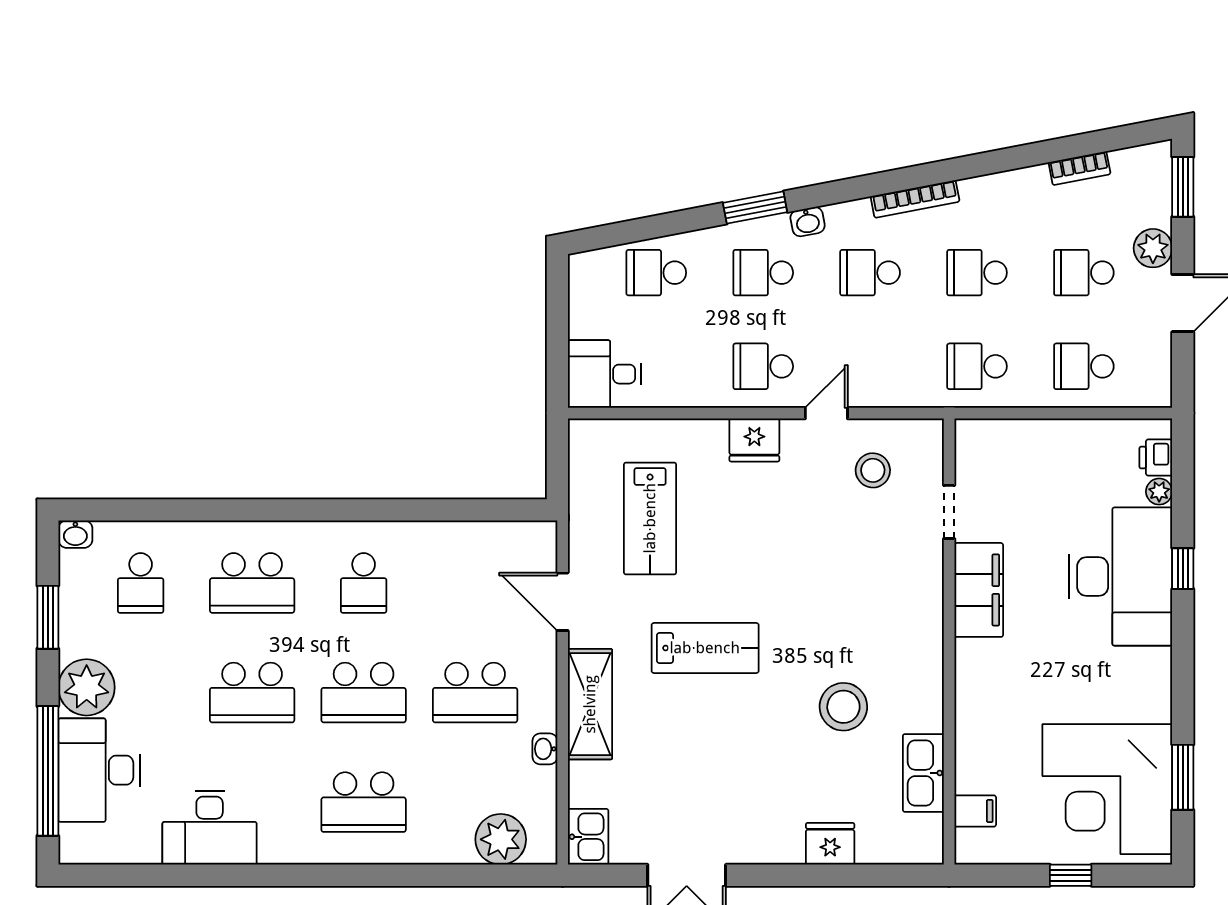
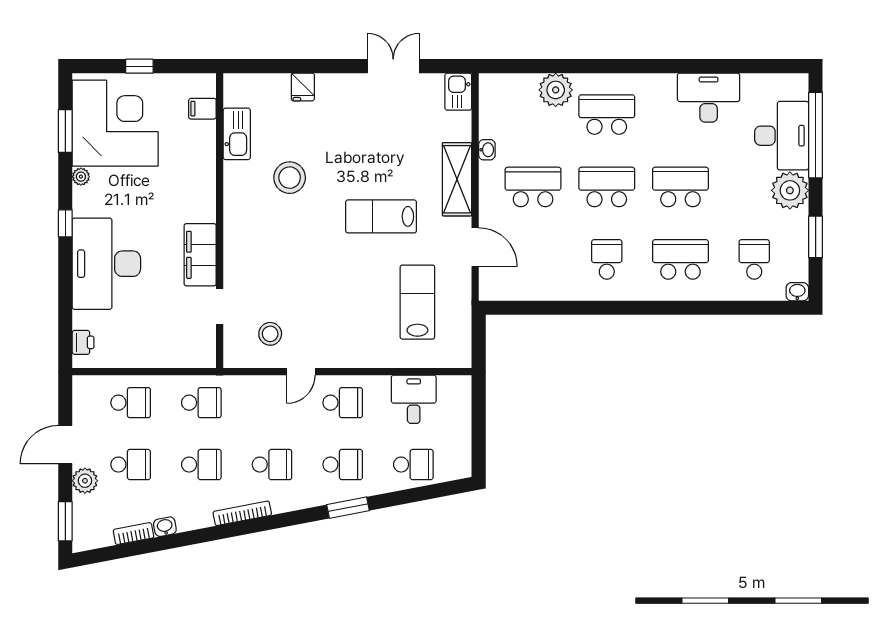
washbasin: (808, 222) -> (165, 527), moved
desk: (604, 374) -> (414, 399), moved, turned -90
fridge: (754, 440) -> (348, 354), removed
plant: (1159, 492) -> (81, 177), moved
window: (1183, 569) -> (65, 223), moved
plant: (501, 839) -> (556, 90), moved
fridge: (830, 844) -> (303, 87), width x0.72

